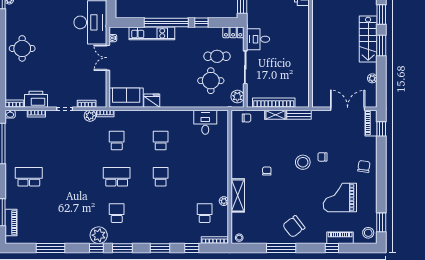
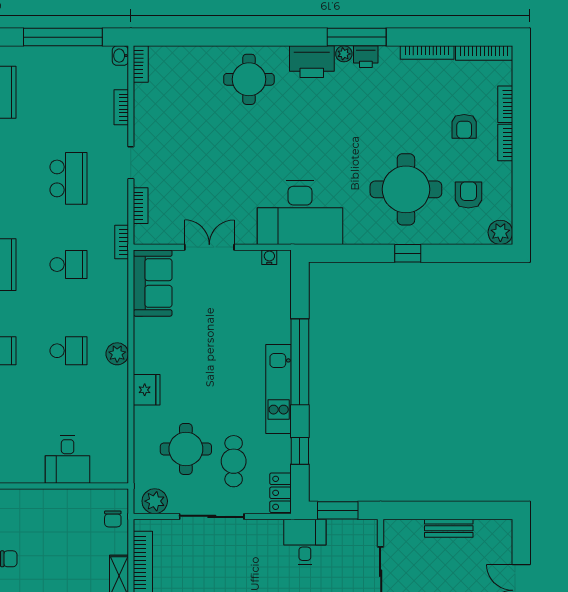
window: (201, 23) -> (300, 451), moved
kitchen unit: (152, 33) -> (279, 389), moved
desk: (258, 39) -> (305, 542), moved
double door: (108, 58) -> (209, 247), moved
printer: (36, 99) -> (312, 62), moved, turned 90
fridge: (152, 101) -> (147, 390), moved
plant: (90, 116) -> (117, 354), moved
desk: (205, 122) -> (68, 460), moved, turned 90
school desk: (73, 141) -> (68, 178), added

